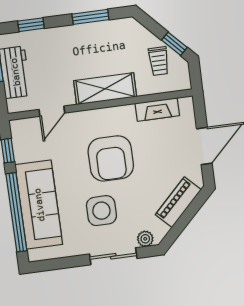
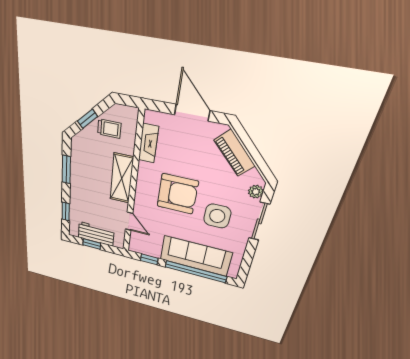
window: (174, 44) -> (87, 119), moved

